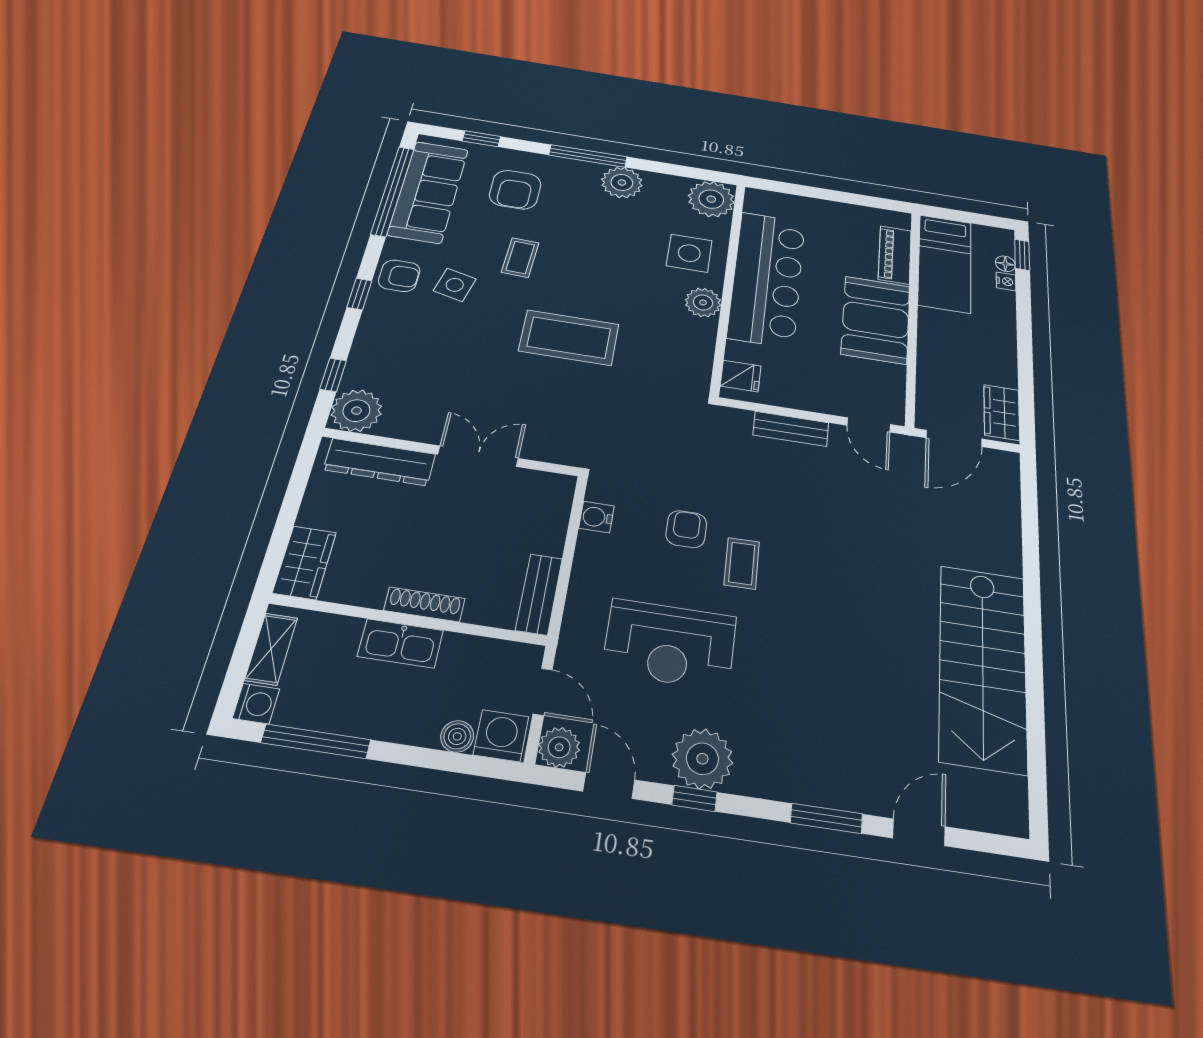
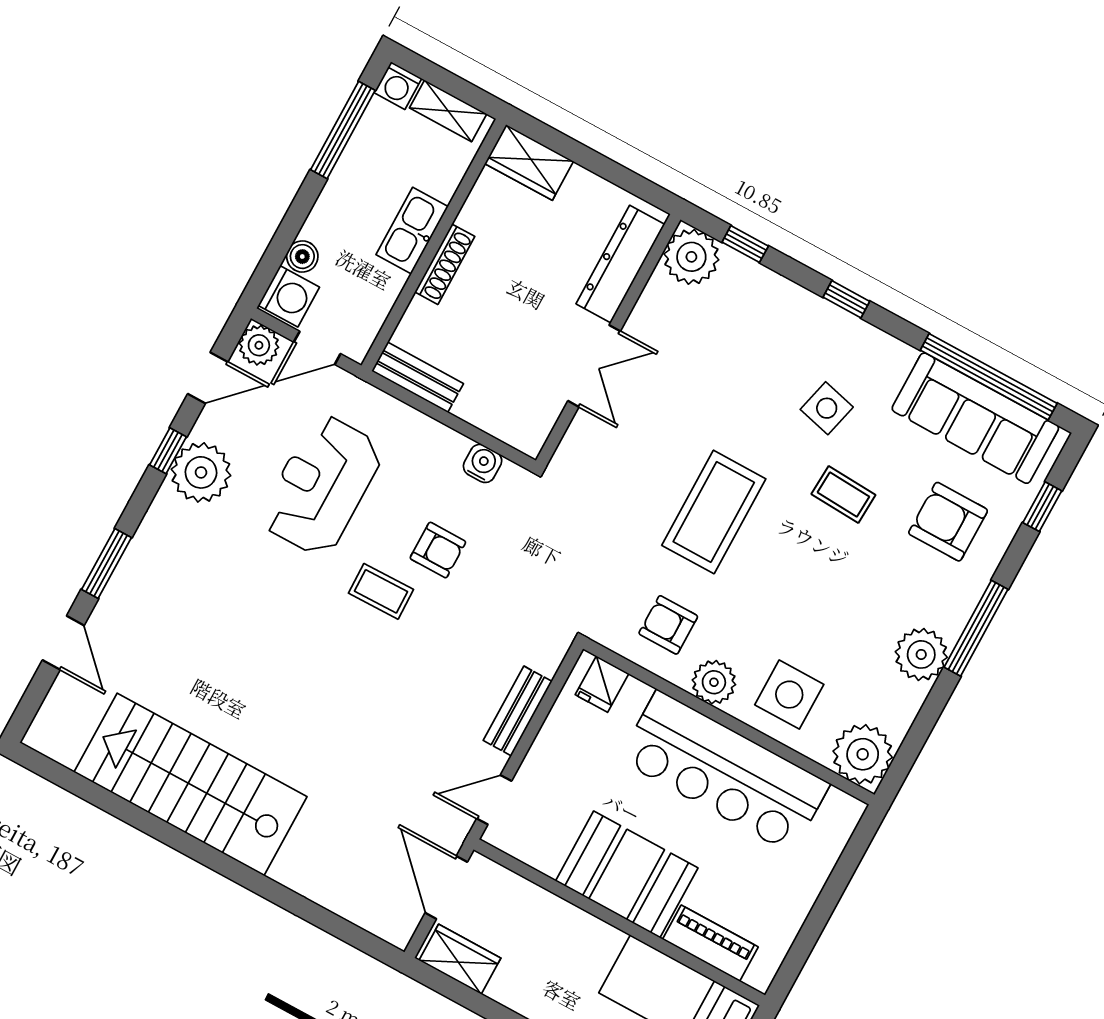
armchair: (399, 276) -> (668, 625), moved, turned 90

